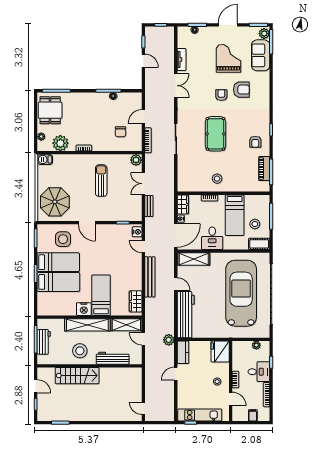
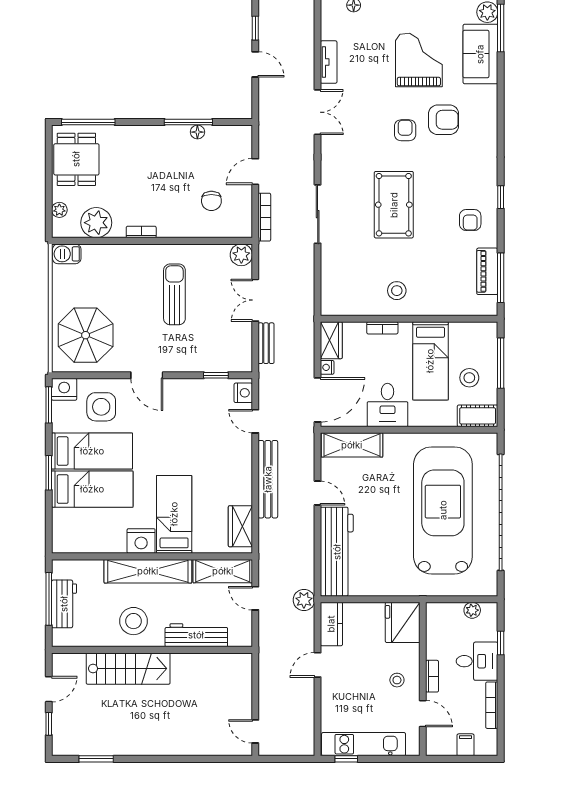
nightstand: (44, 230) -> (64, 389), added
door: (36, 386) -> (49, 689), hinge flipped

